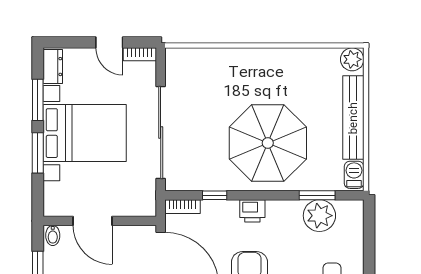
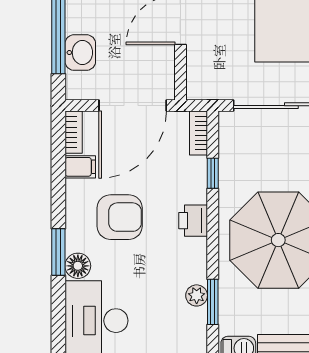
plant: (319, 216) -> (197, 295), width x0.53, depth x0.53

